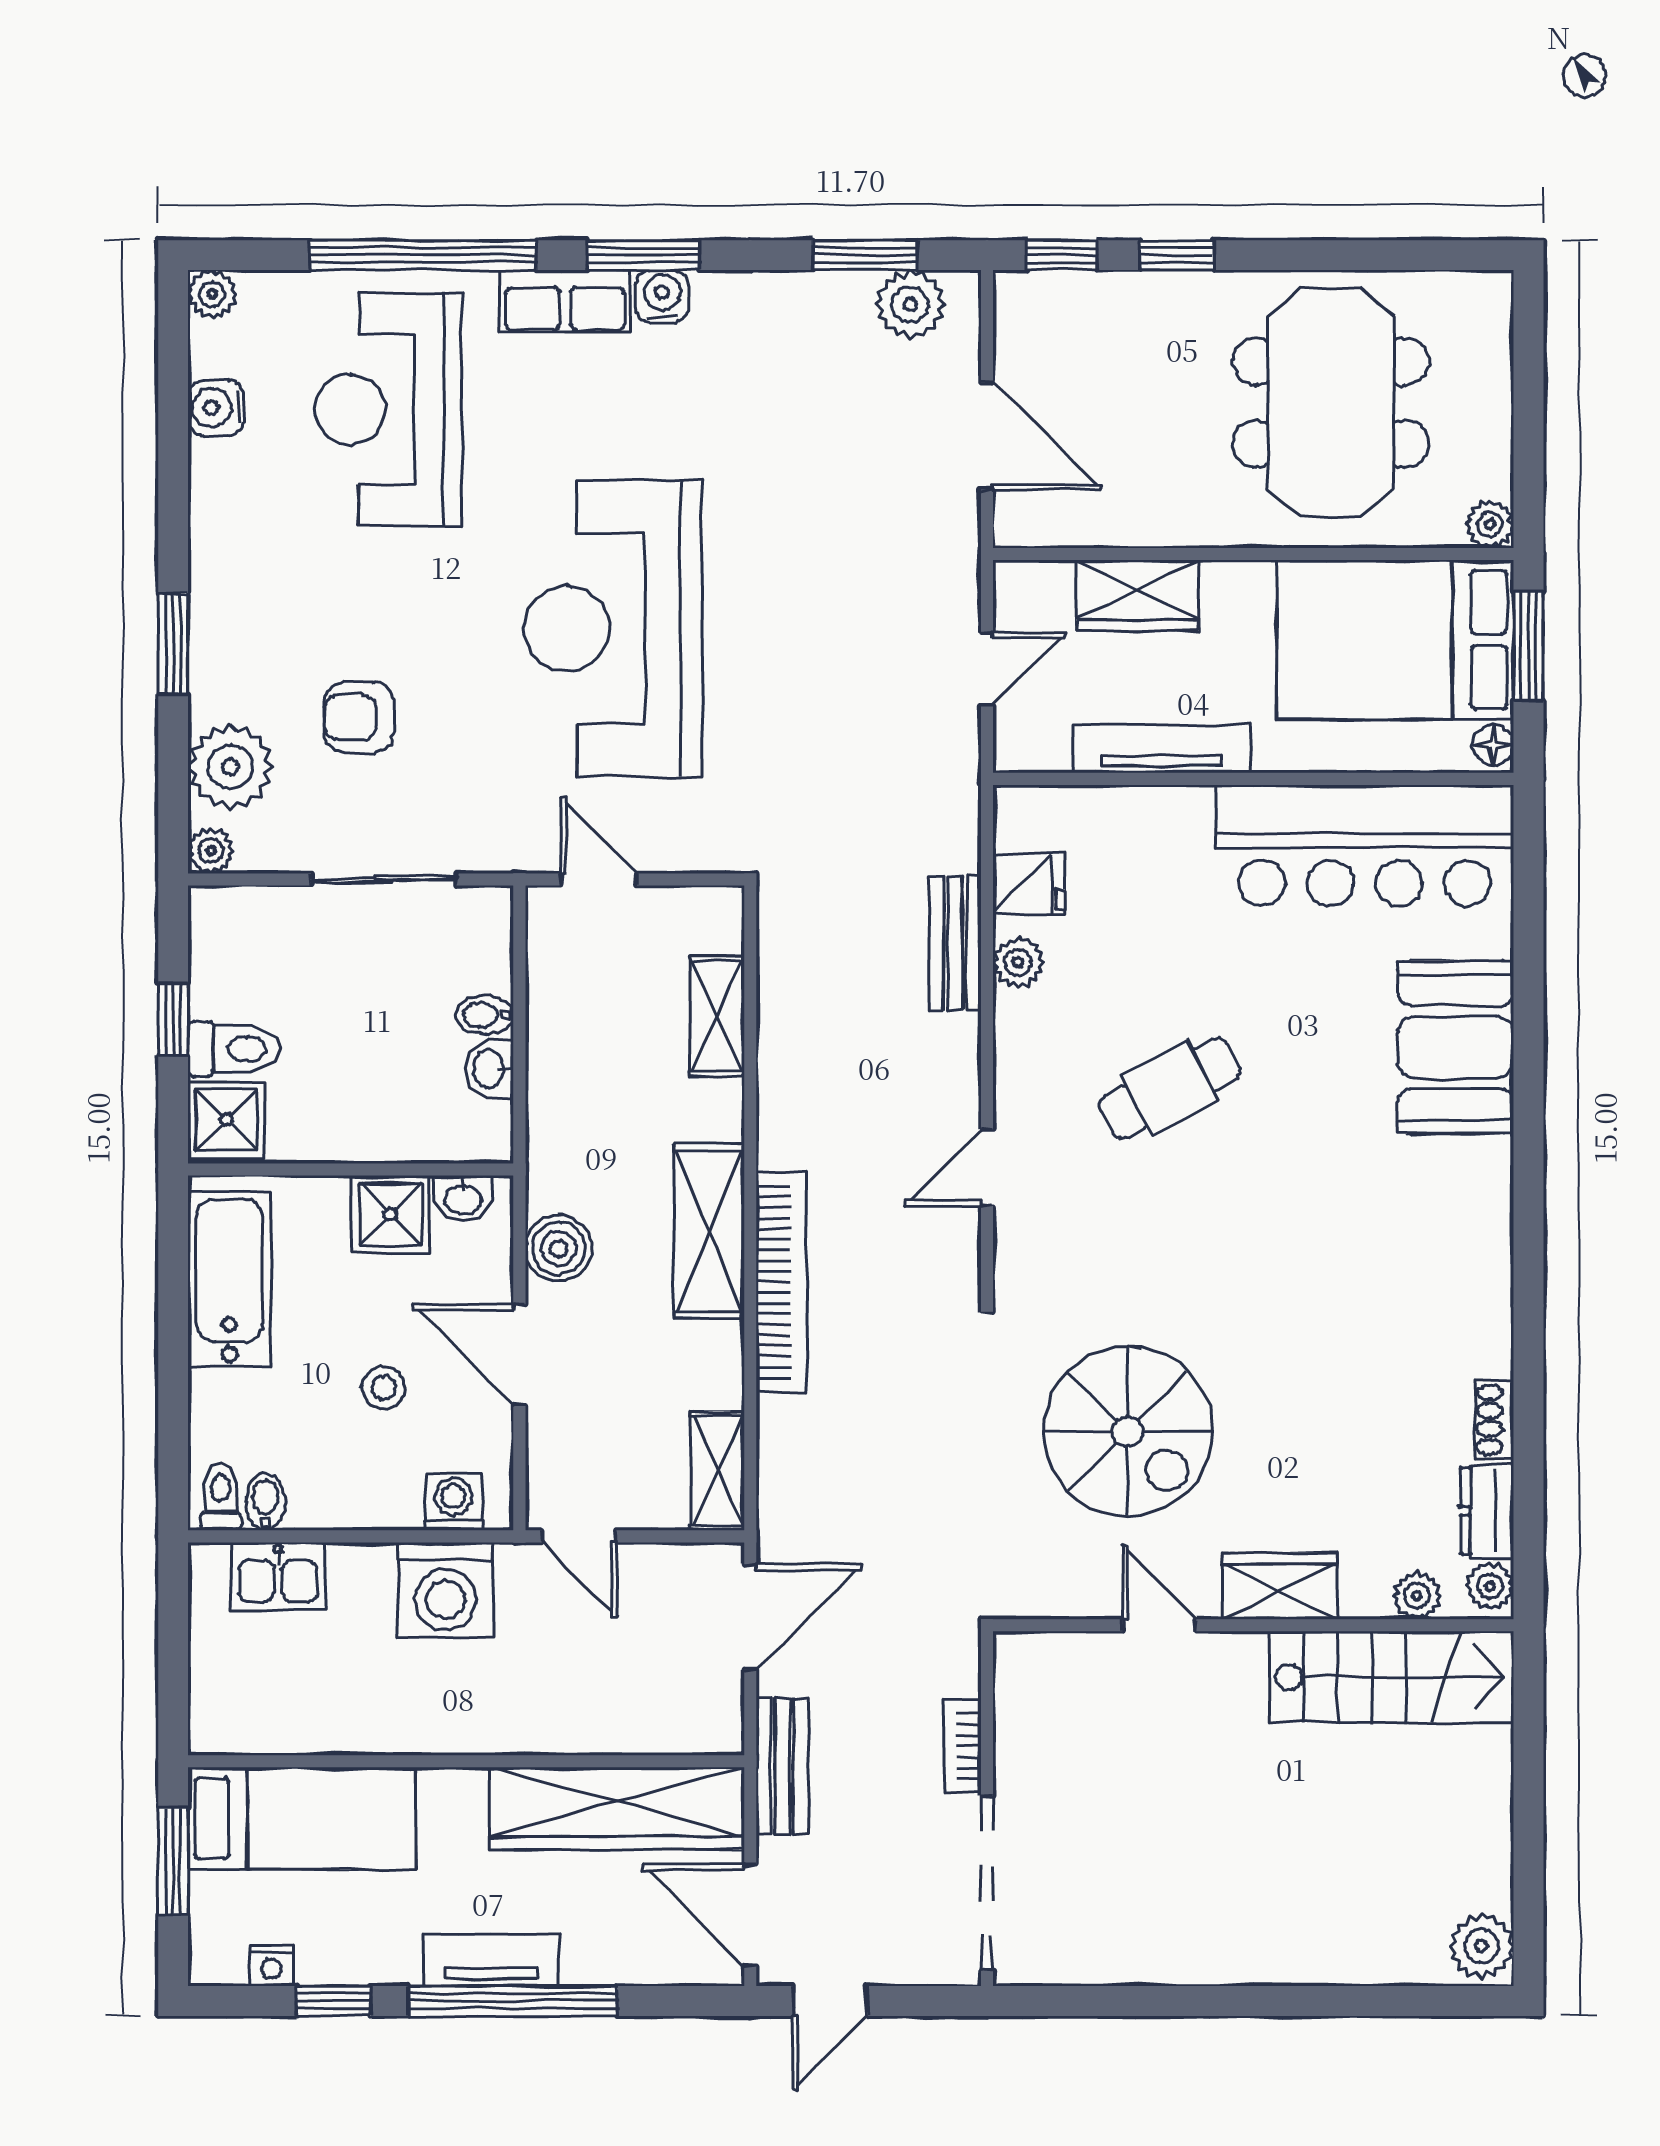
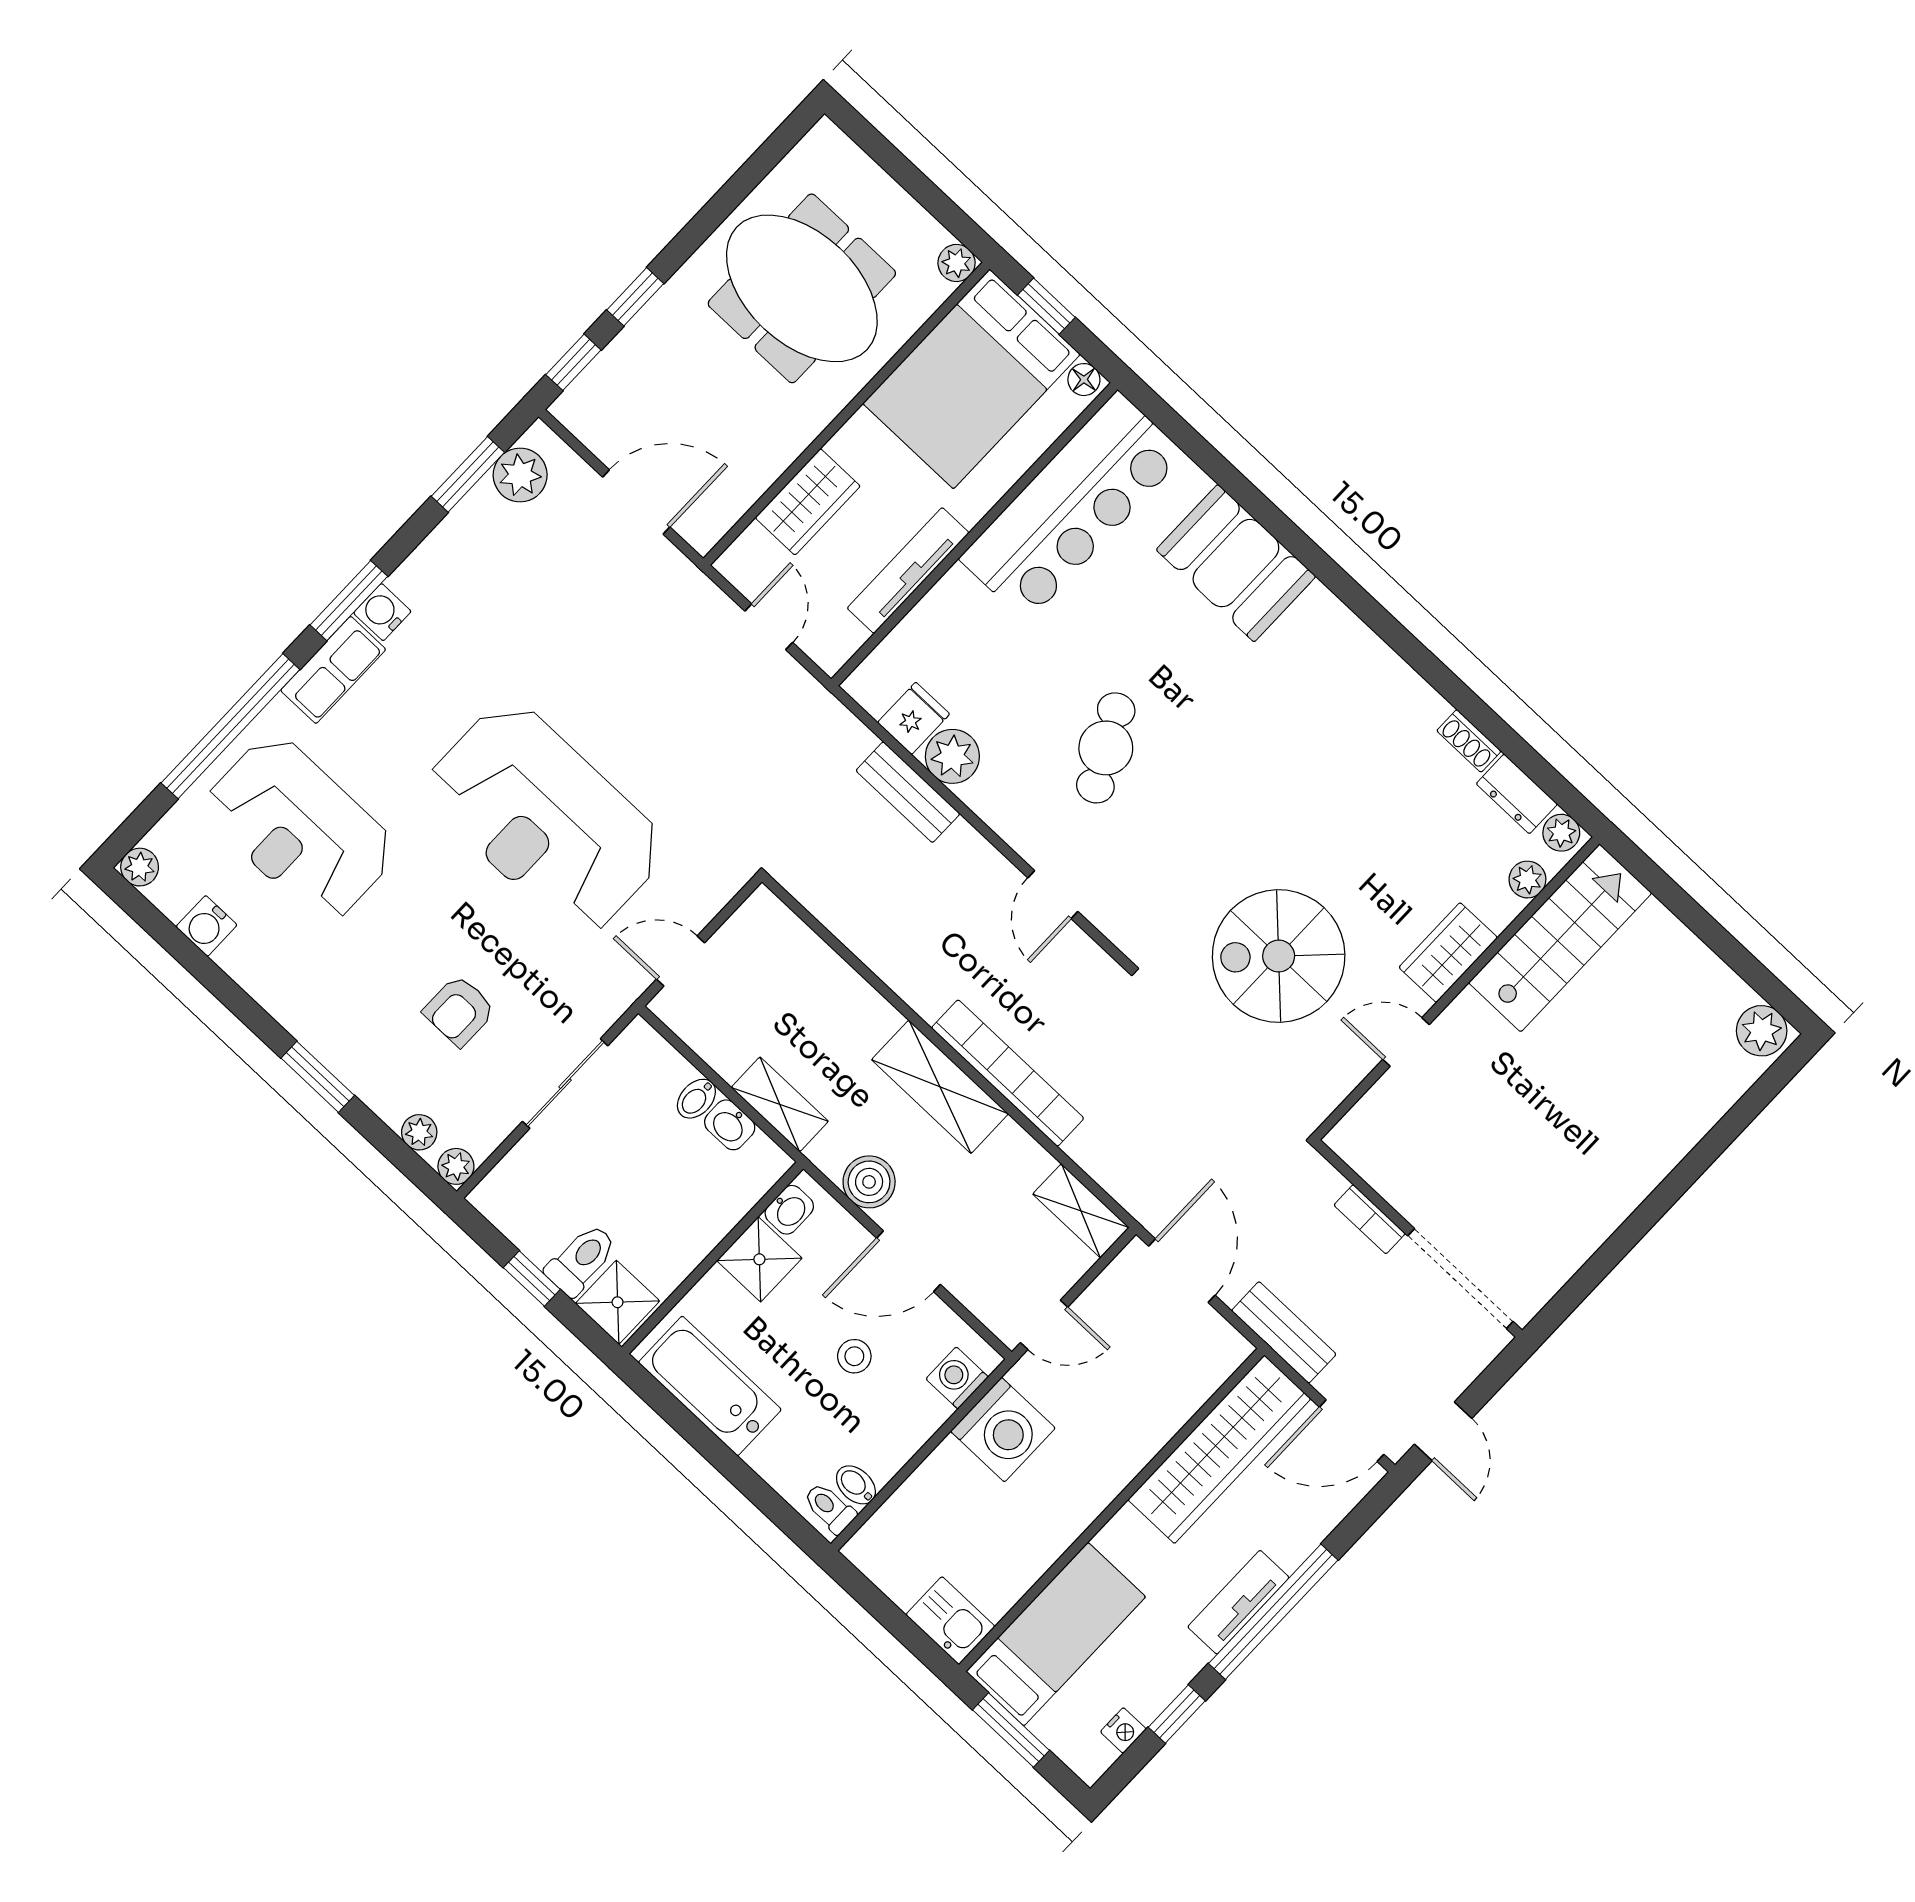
window: (1528, 646) -> (1046, 306), width x0.67
plant: (230, 767) -> (419, 1132), width x0.53, depth x0.53
plant: (1018, 962) -> (952, 756), width x1.38, depth x1.38
shelving: (717, 1016) -> (780, 1104), moved
spiral stairs: (1128, 1431) -> (1279, 956), turned 180
kitchen sink: (278, 1576) -> (950, 1621), moved, turned -90

